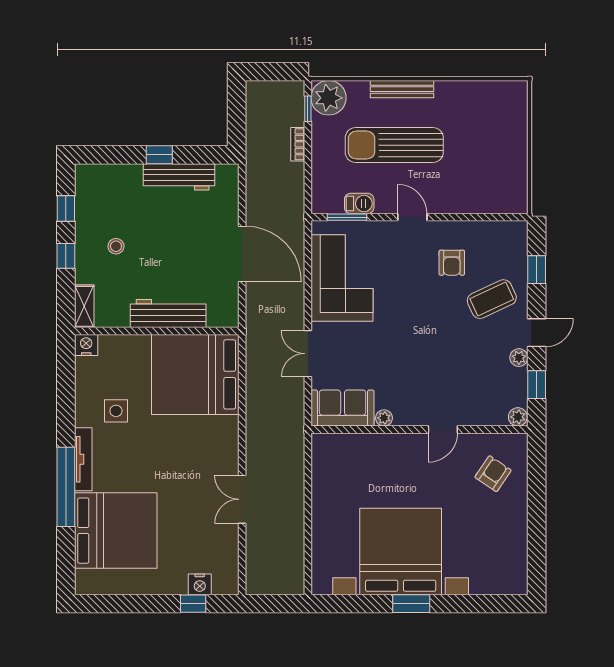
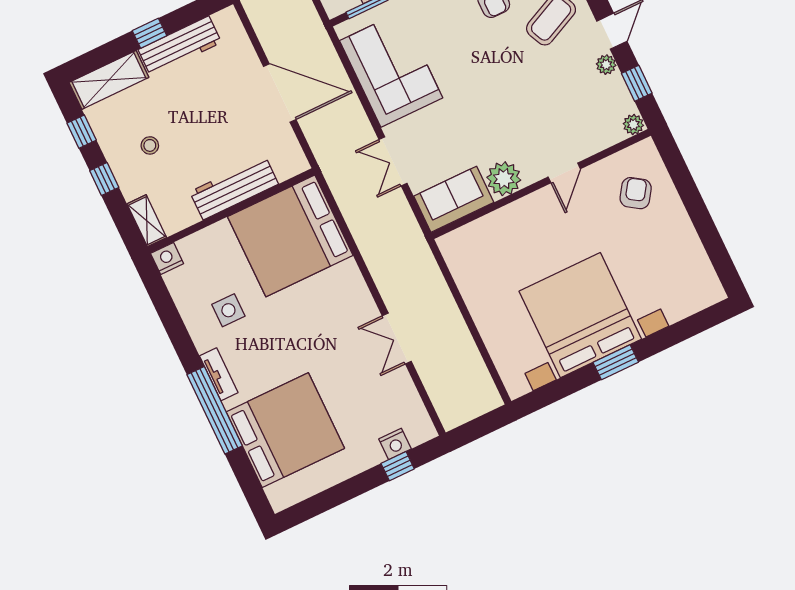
shelving: (108, 177) -> (109, 80), added
plant: (384, 418) -> (504, 179), width x1.88, depth x1.88
tv unit: (83, 459) -> (219, 374), width x0.71

